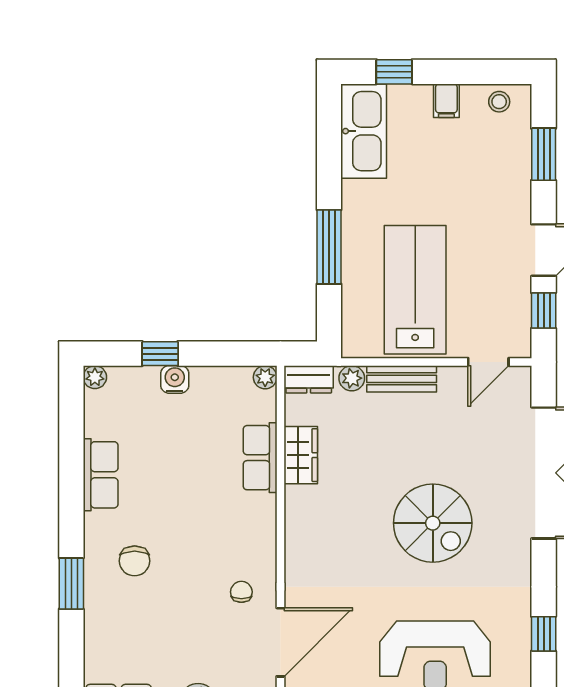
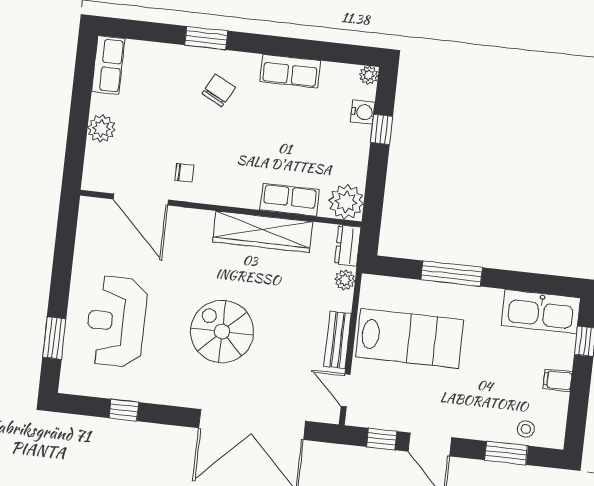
stool: (499, 102) -> (526, 429), moved
plant: (265, 377) -> (346, 202), width x1.88, depth x1.88
water cooler: (175, 379) -> (363, 112), moved
bench: (402, 379) -> (338, 340), moved
wardrobe: (301, 455) -> (263, 232), width x2.10, depth x1.17
spiral stairs: (433, 523) -> (222, 332), turned 90
chair: (135, 561) -> (219, 90), turned 118

